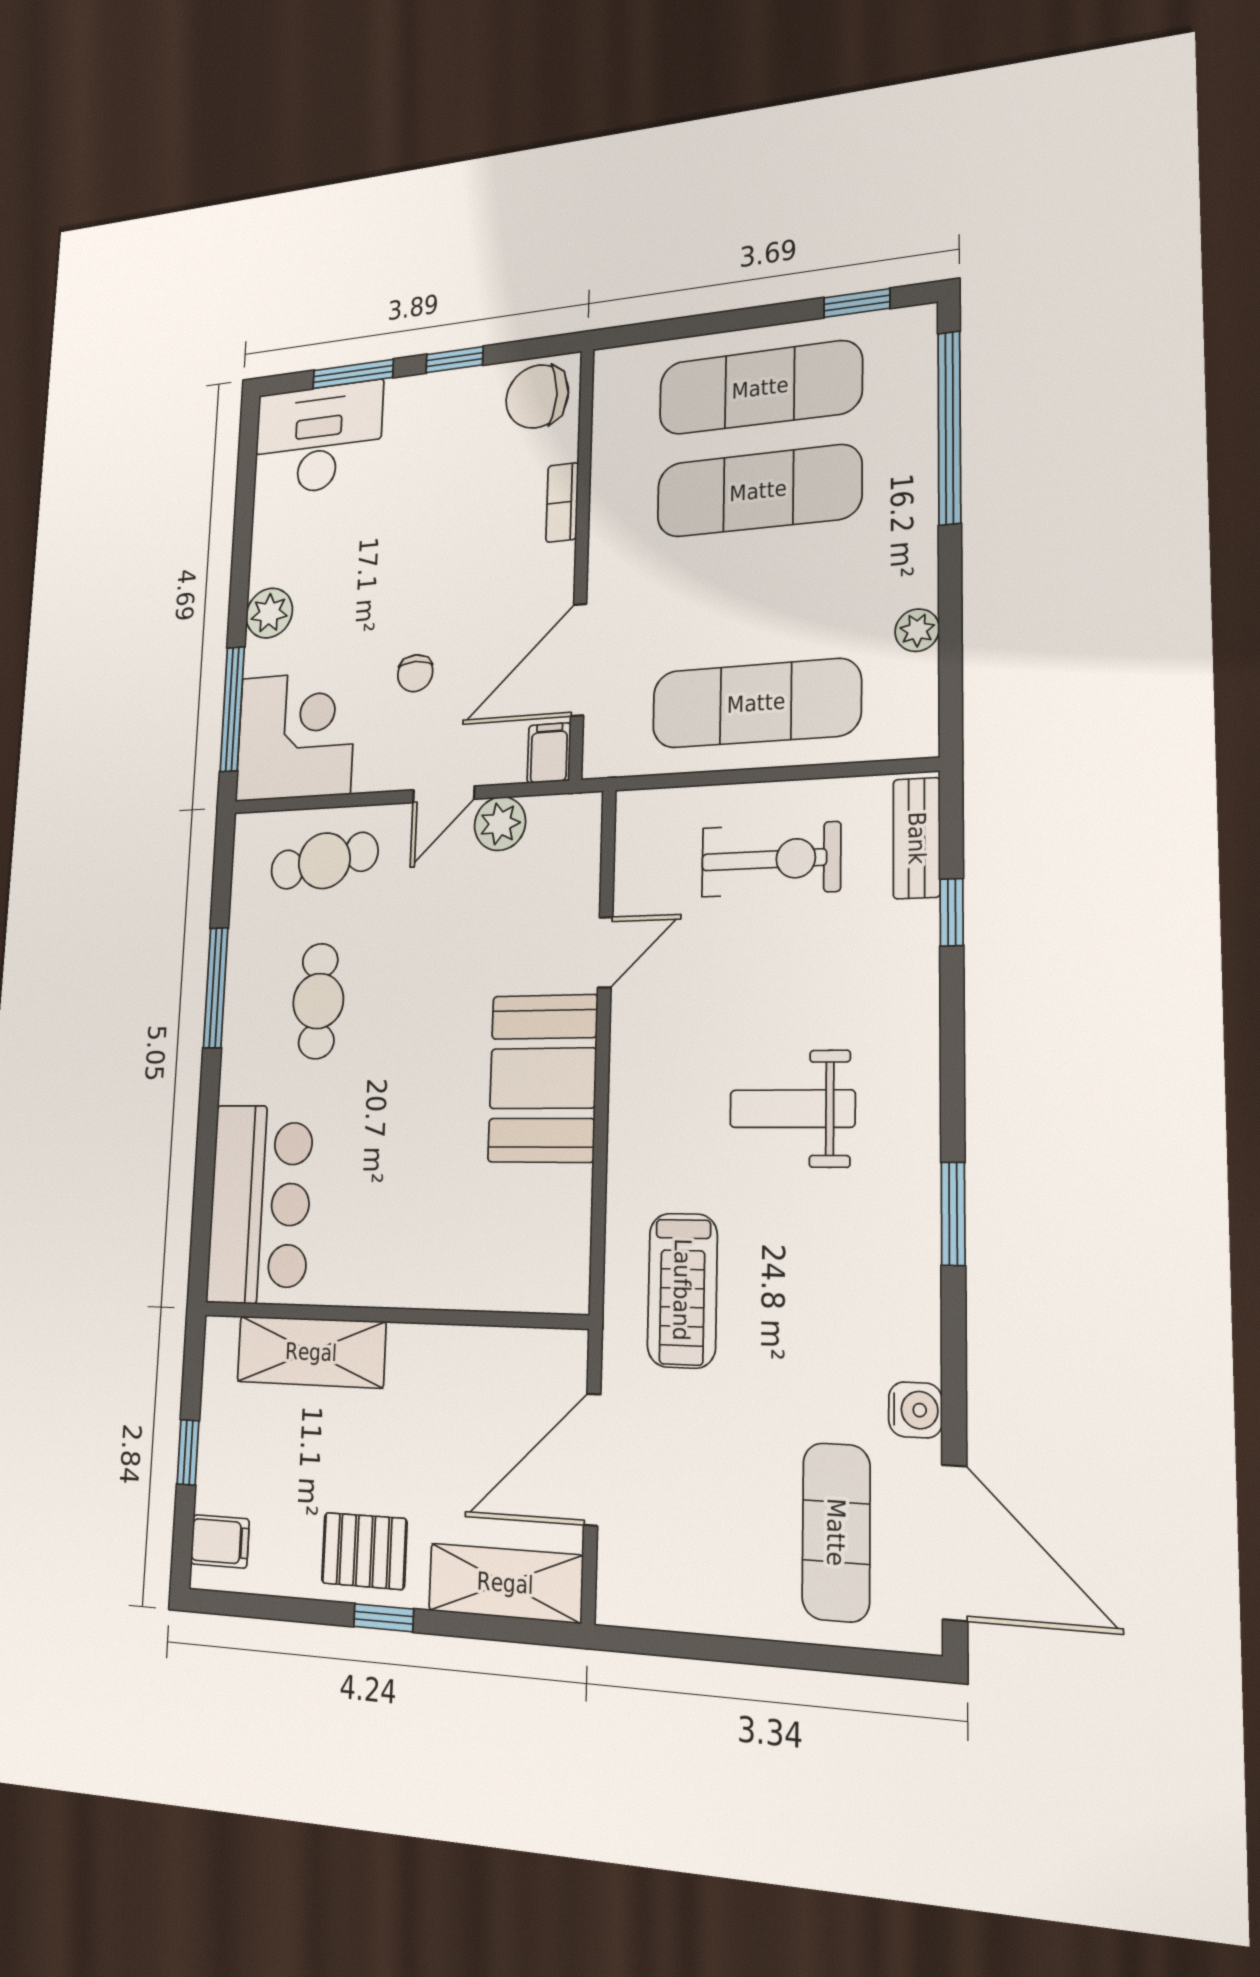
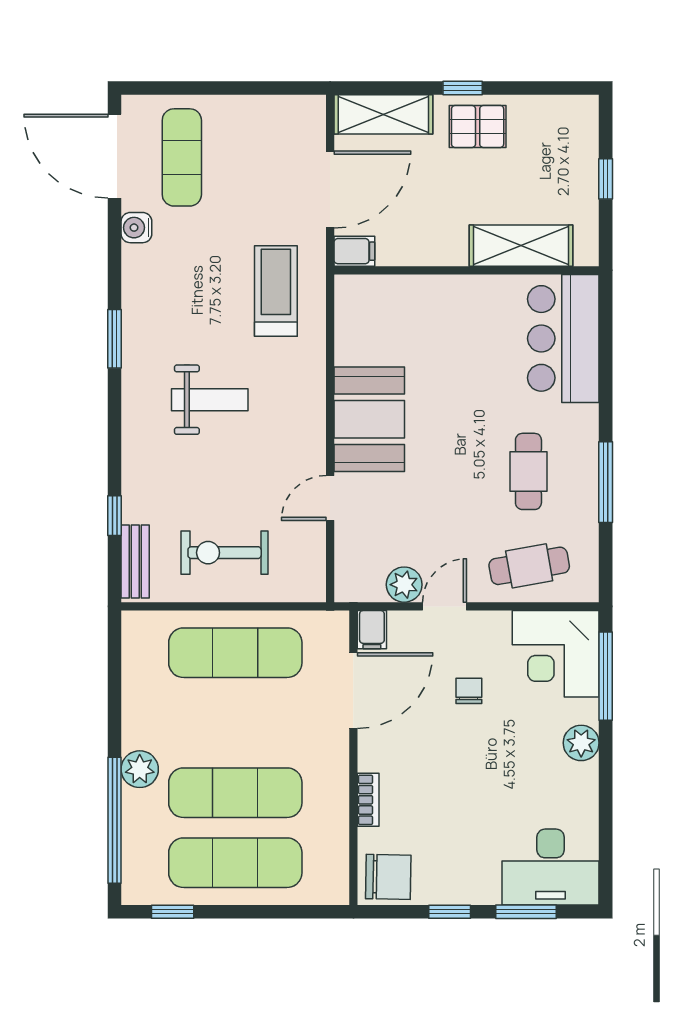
plant: (917, 630) -> (140, 769), moved, width x1.38, depth x1.38
filing cabinet: (220, 1541) -> (354, 251), moved, turned 180

